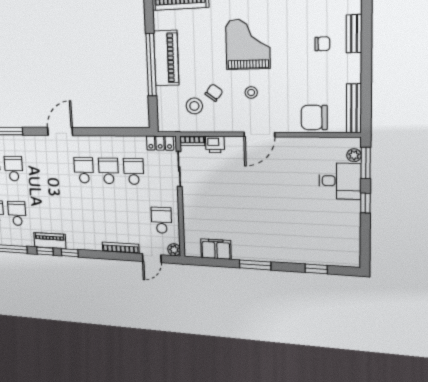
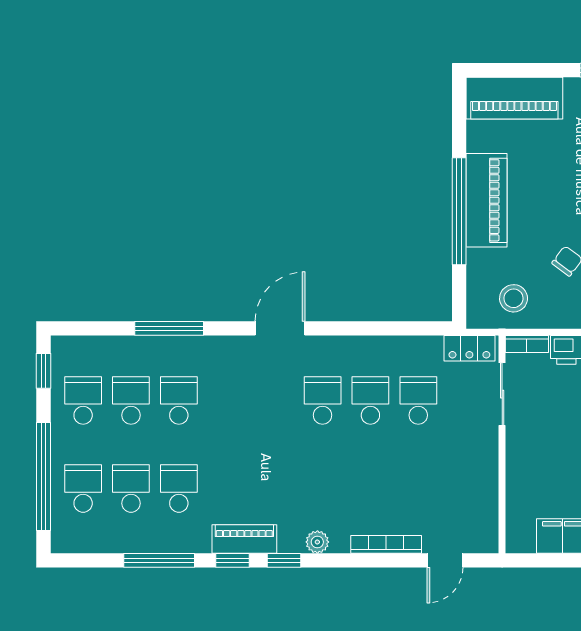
stool: (194, 106) -> (514, 298), moved
school desk: (161, 220) -> (466, 488), removed
plant: (174, 250) -> (317, 542), moved

